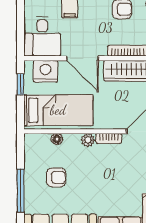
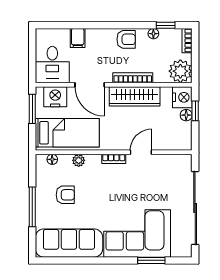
window: (21, 84) -> (32, 109), width x1.50
floor lamp: (57, 139) -> (52, 159), moved
plant: (88, 140) -> (79, 160), moved

